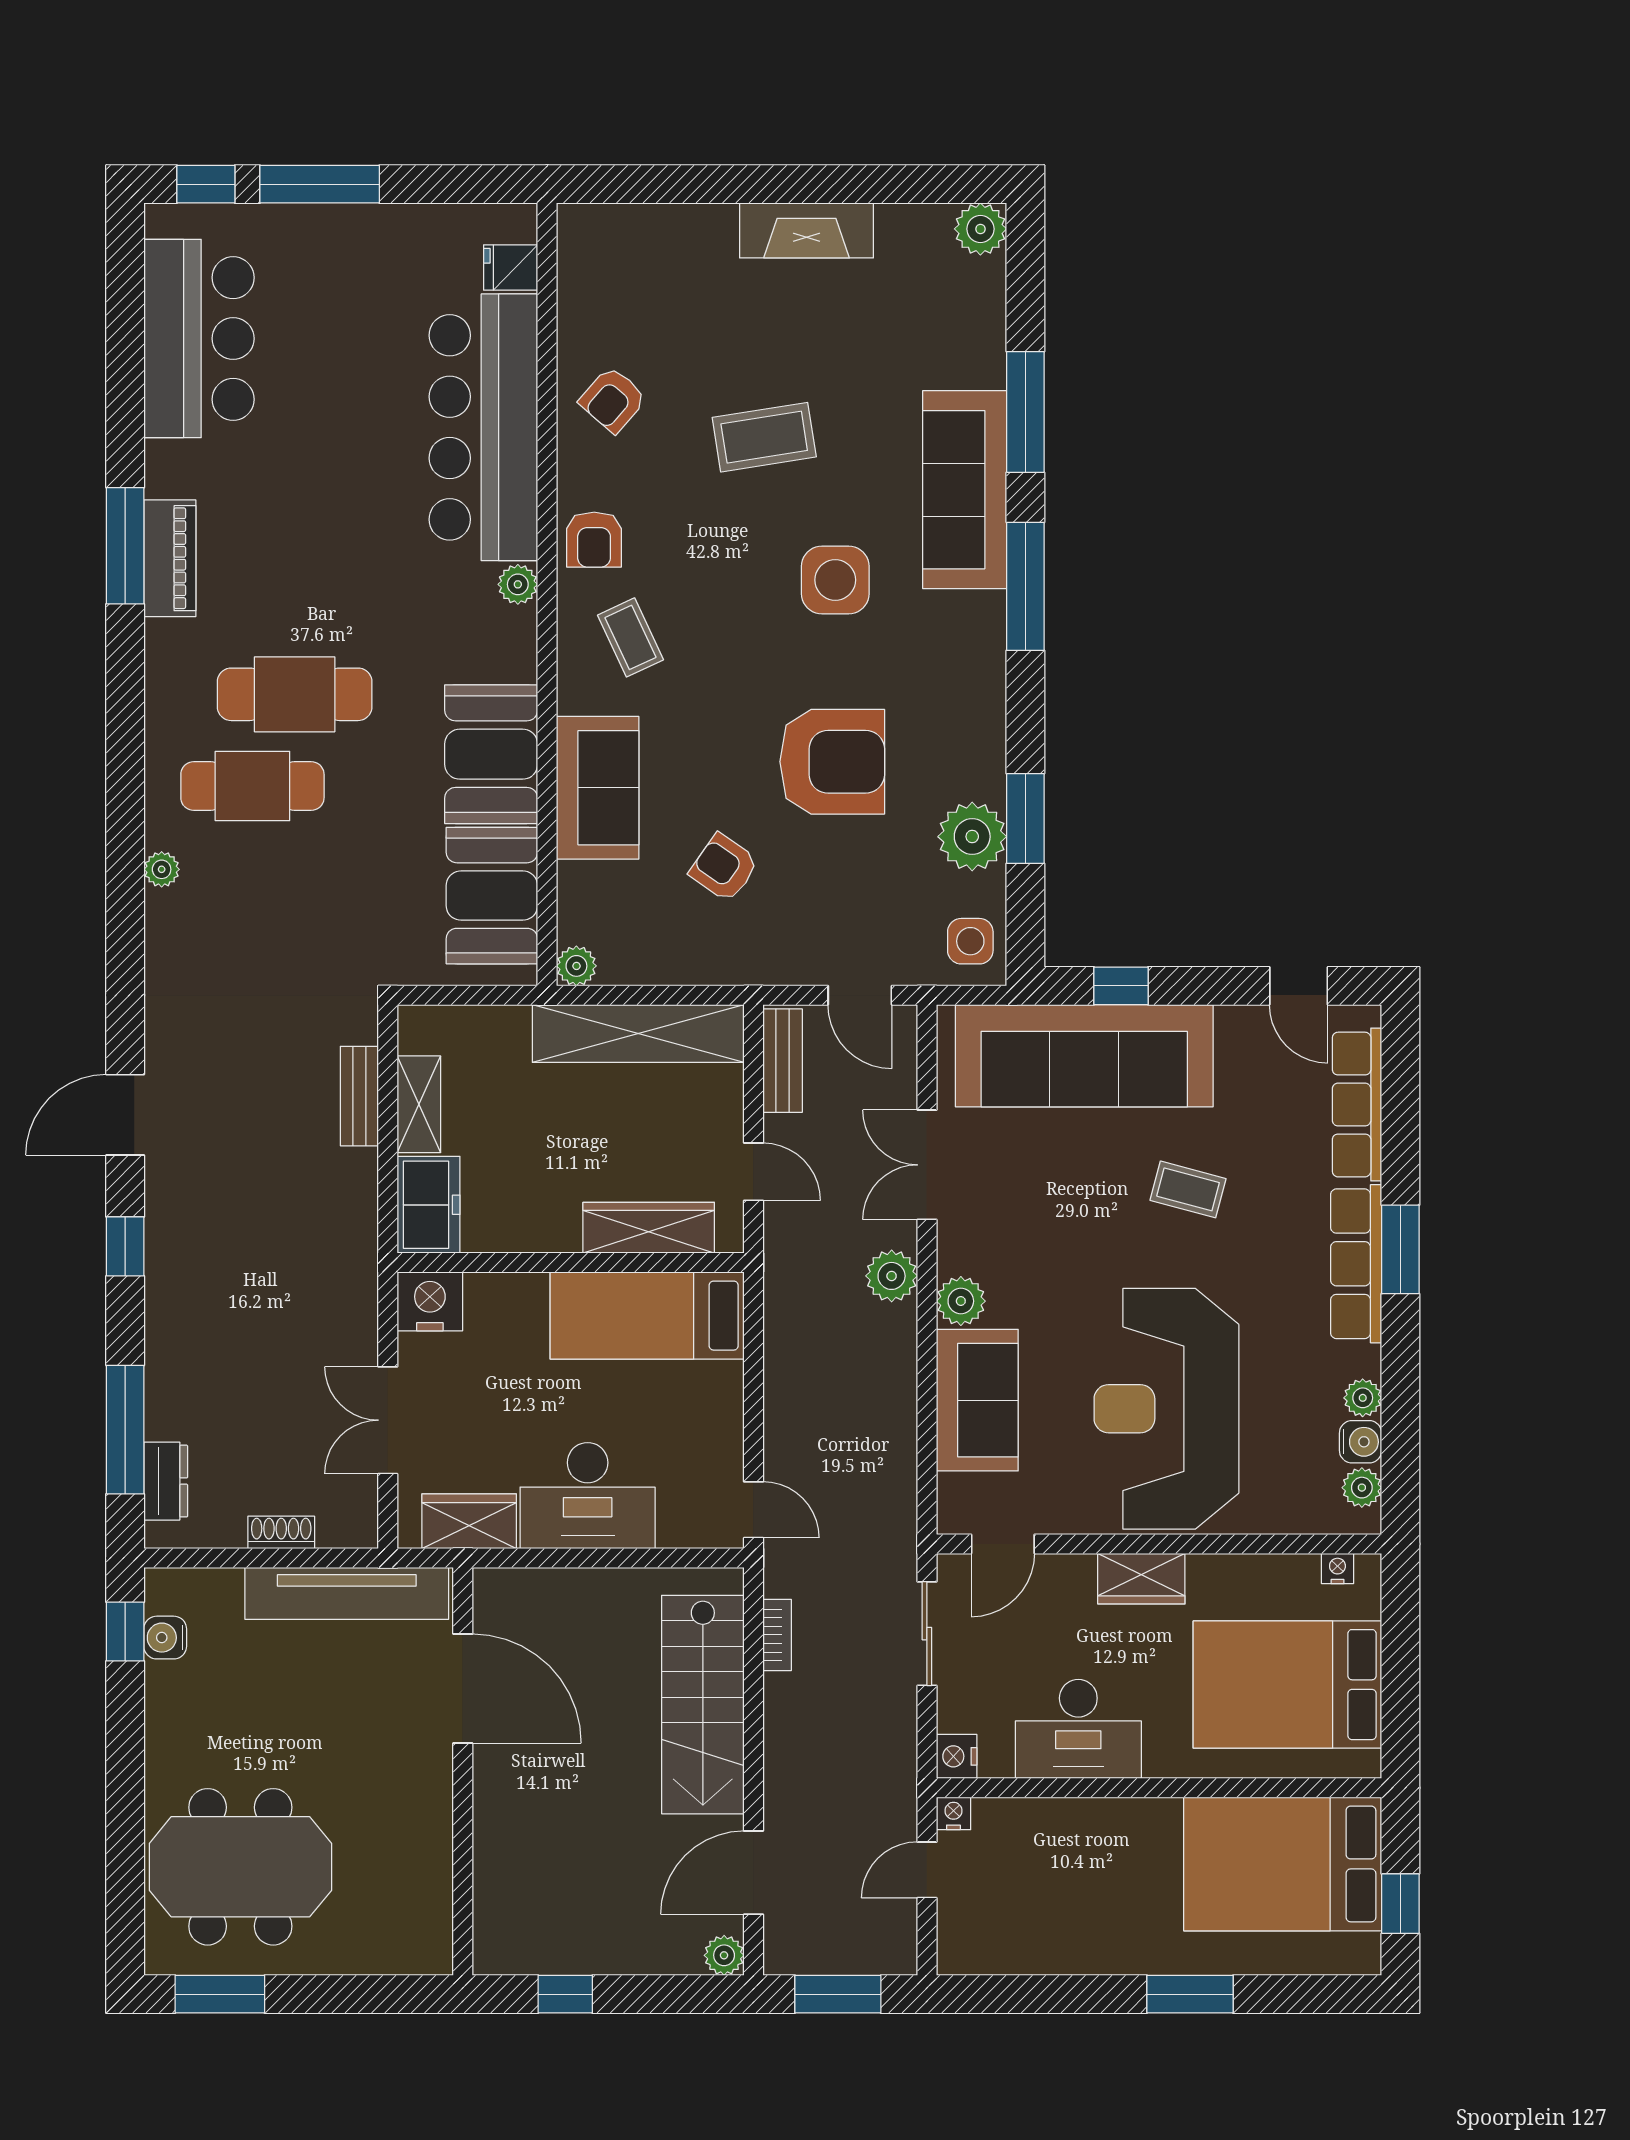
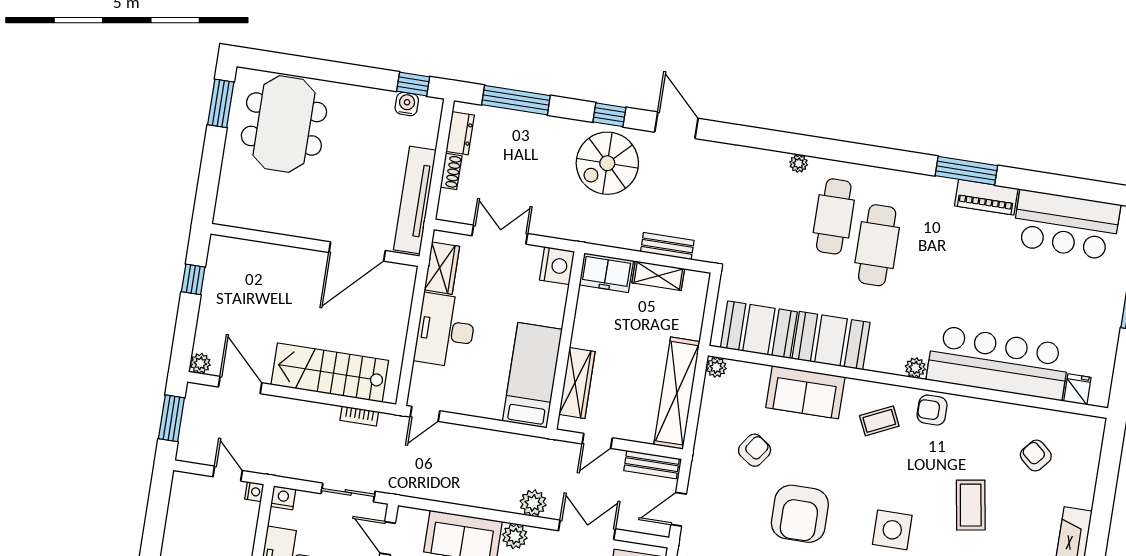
armchair: (613, 400) -> (1036, 456), moved
piano: (170, 558) -> (986, 197), moved
spiral stairs: (218, 1236) -> (607, 163), added
dresser: (166, 1481) -> (460, 133), moved, turned -90

